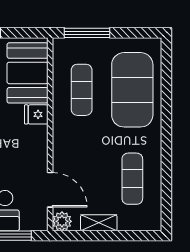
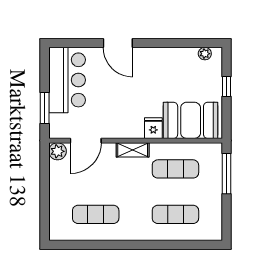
exercise mat: (132, 90) -> (175, 214), width x0.50, depth x0.69
shelving: (99, 223) -> (133, 150), moved, turned 90

